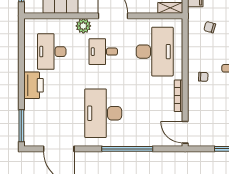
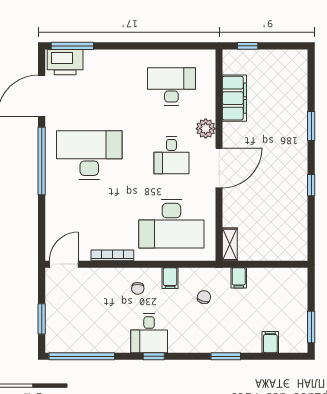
desk: (103, 52) -> (171, 155), turned 180
filing cabinet: (195, 53) -> (170, 278), added
printer: (34, 85) -> (65, 62), moved
window: (127, 149) -> (42, 161), moved

